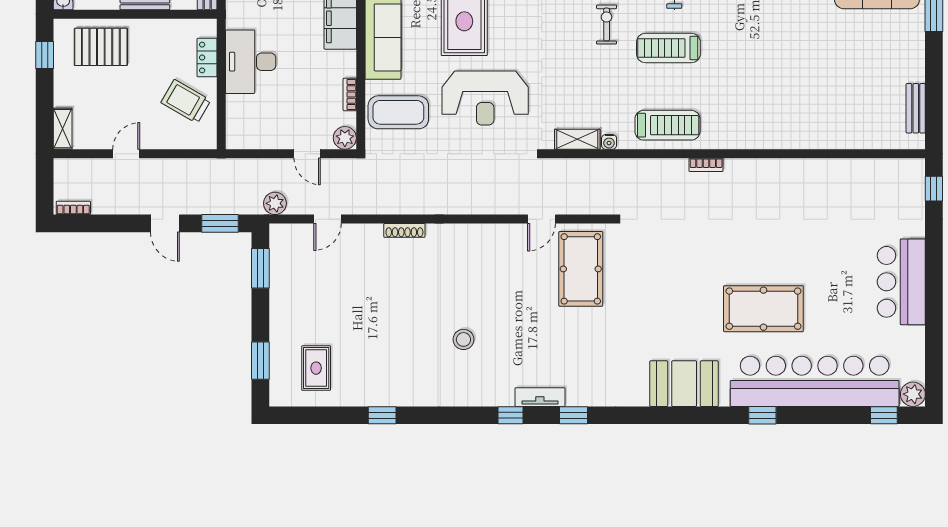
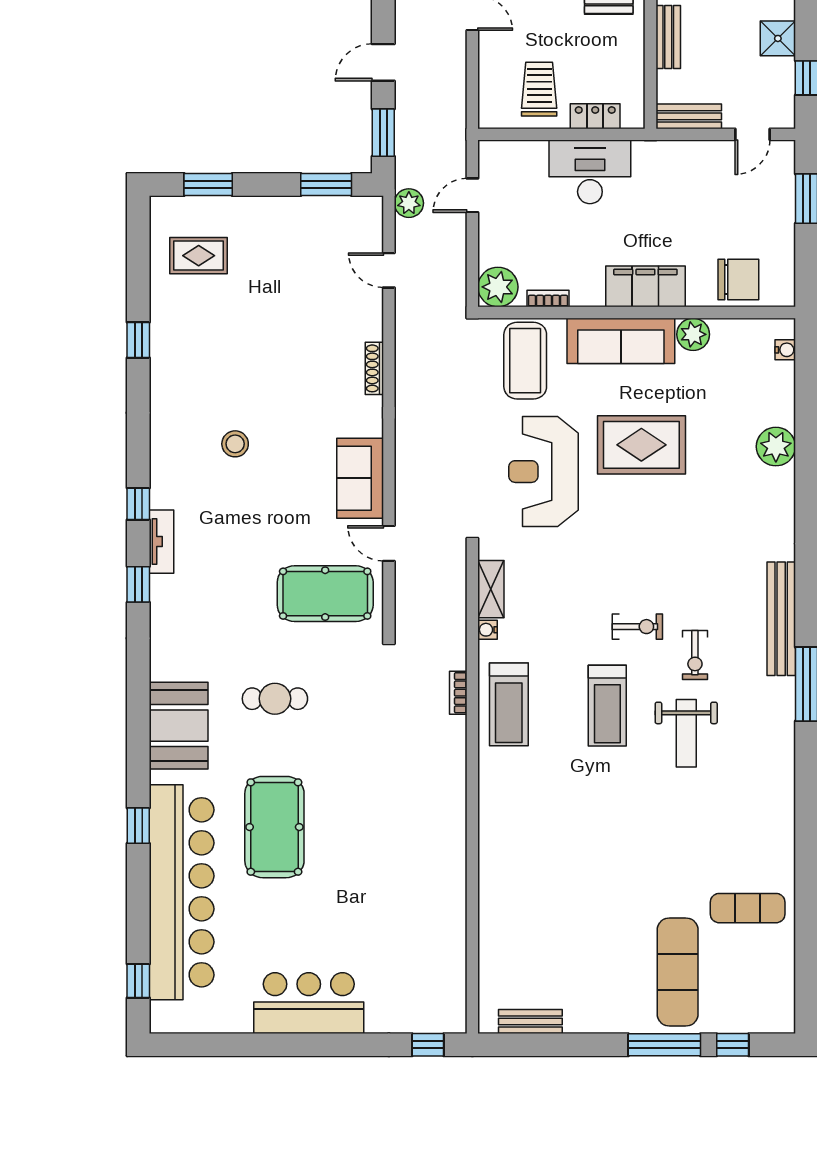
treadmill: (668, 48) -> (607, 706), turned 180
trolley: (186, 101) -> (539, 89), turned -30
plant: (345, 138) -> (498, 287), width x1.36, depth x1.36
door: (307, 154) -> (472, 195), moved
bookcase: (706, 165) -> (458, 693), moved
sofa: (490, 242) -> (360, 478), added
cafe table: (663, 308) -> (275, 699), added
plant: (913, 394) -> (165, 1018), removed

